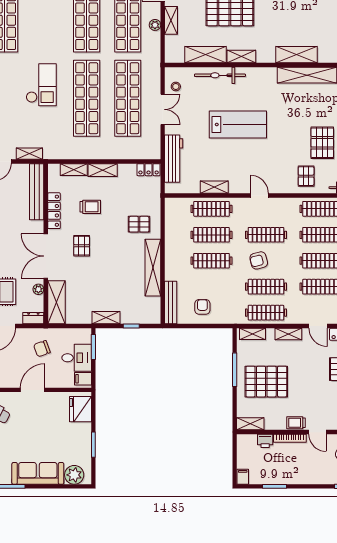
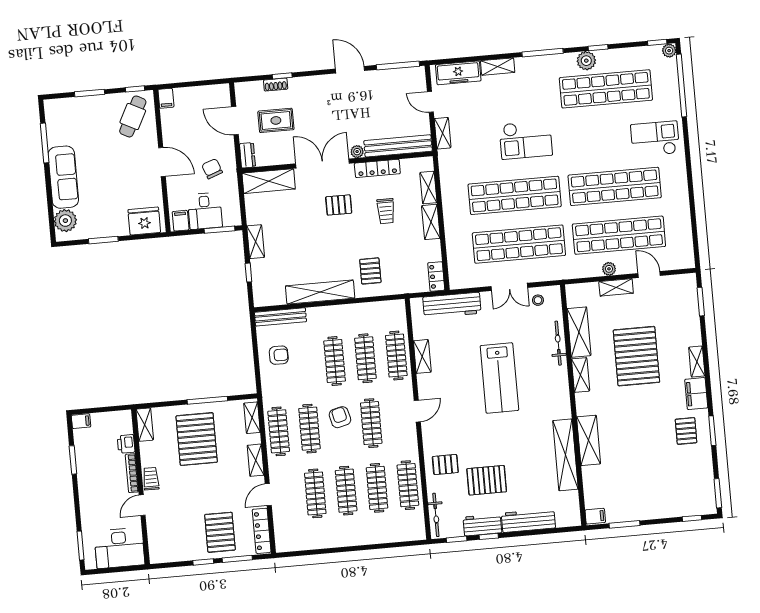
bicycle: (220, 75) -> (558, 343), width x0.73, depth x0.71
plant: (38, 289) -> (357, 152), moved

